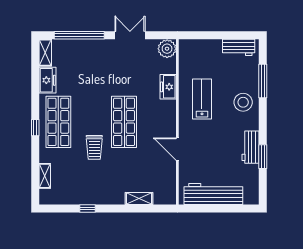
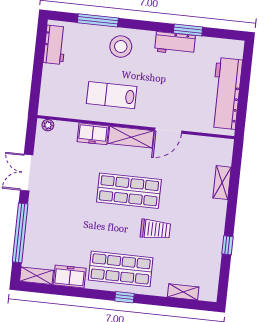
plant: (167, 49) -> (48, 125), width x0.53, depth x0.53
shelving: (169, 119) -> (131, 137), added

